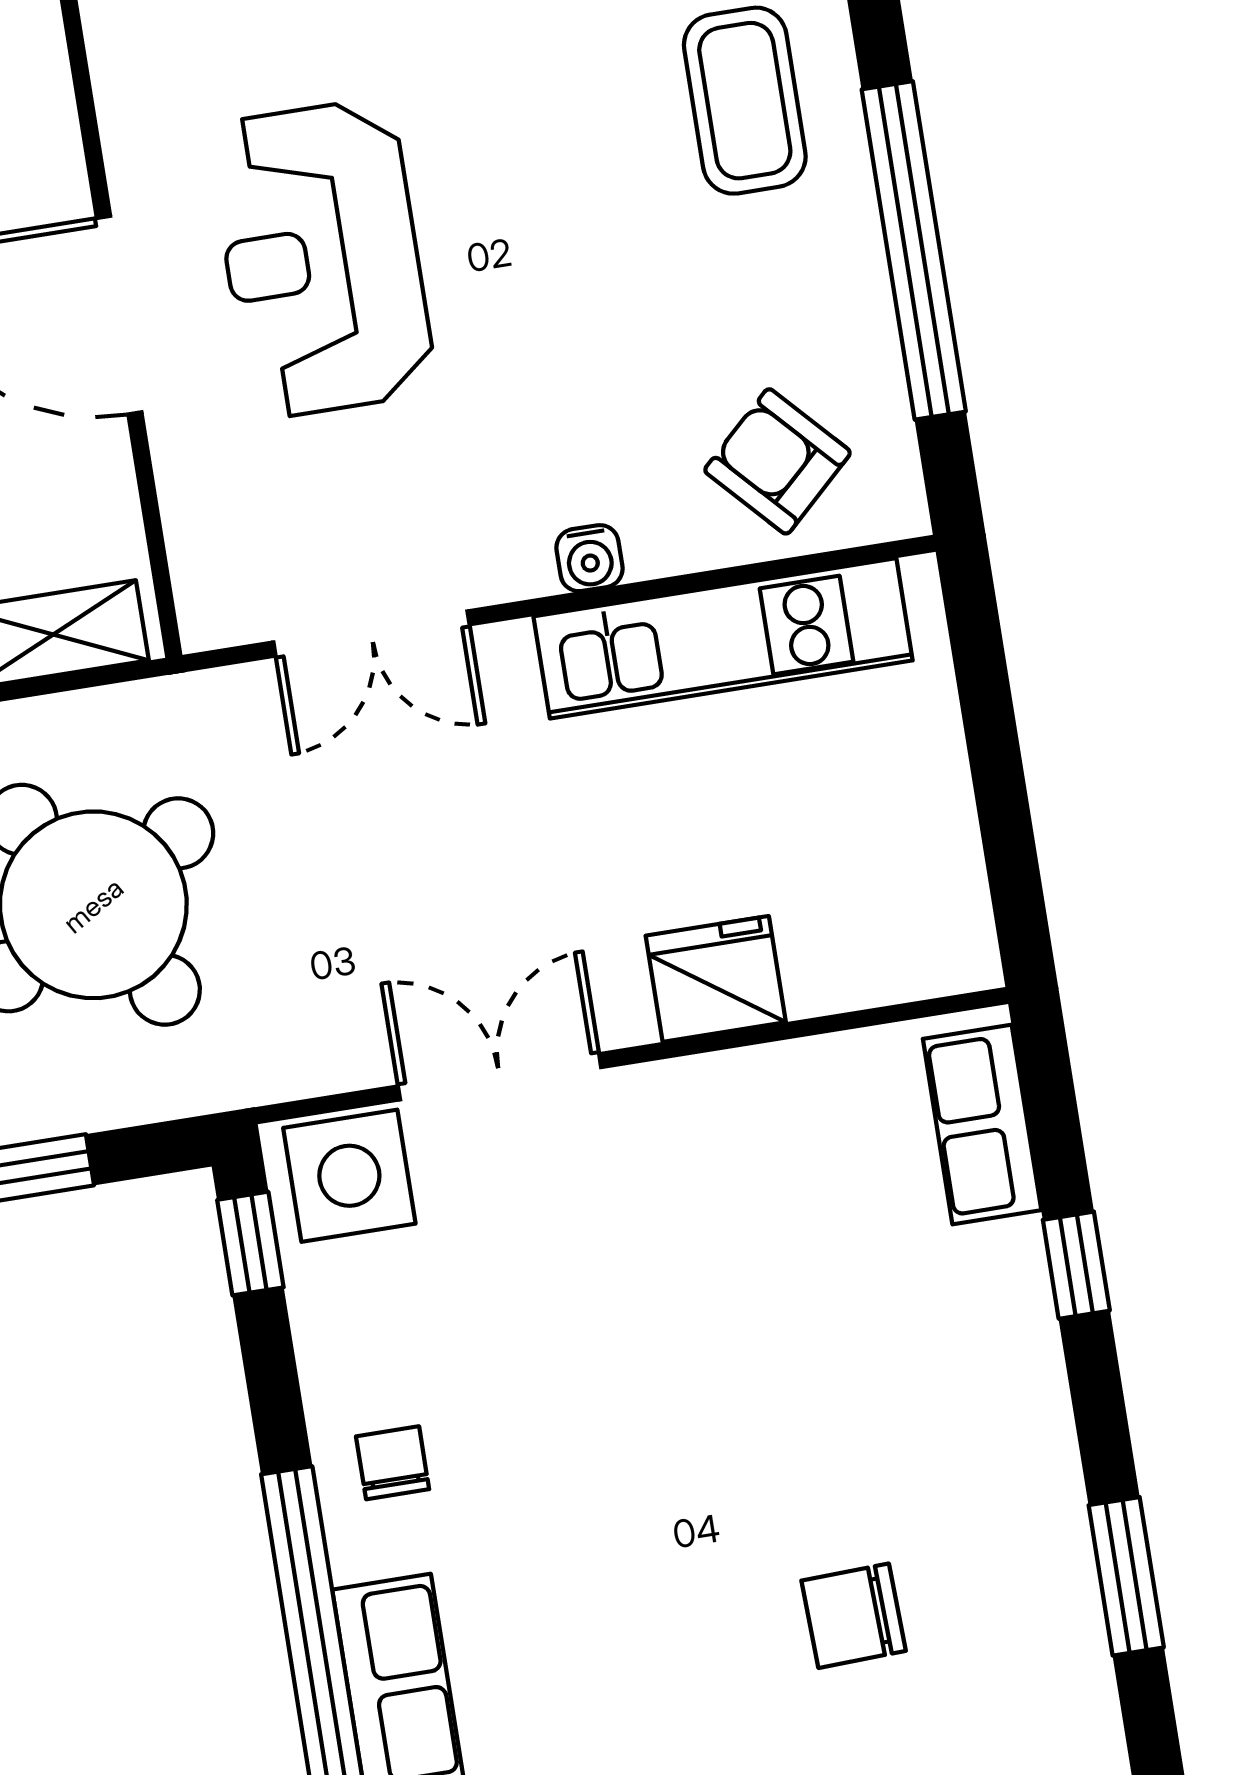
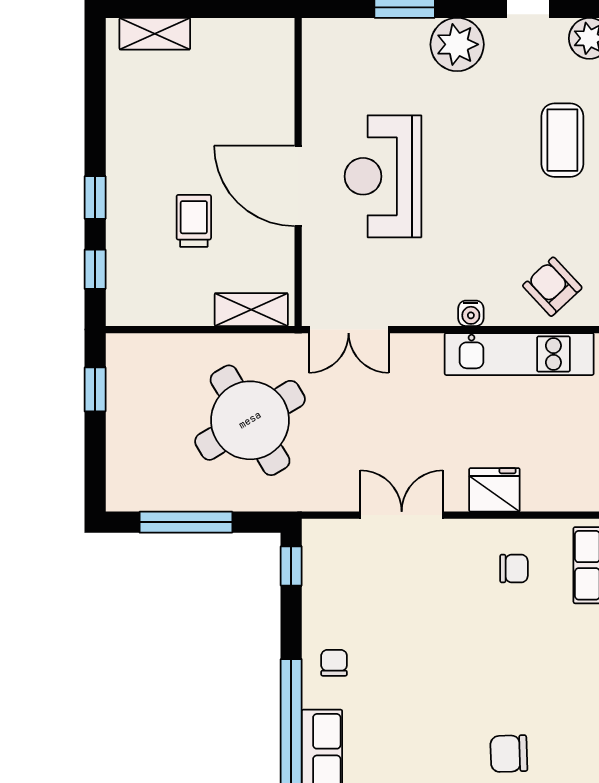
double door: (371, 633) -> (349, 330), moved
chair: (794, 1163) -> (514, 568), added
side table: (349, 1176) -> (335, 545), removed

